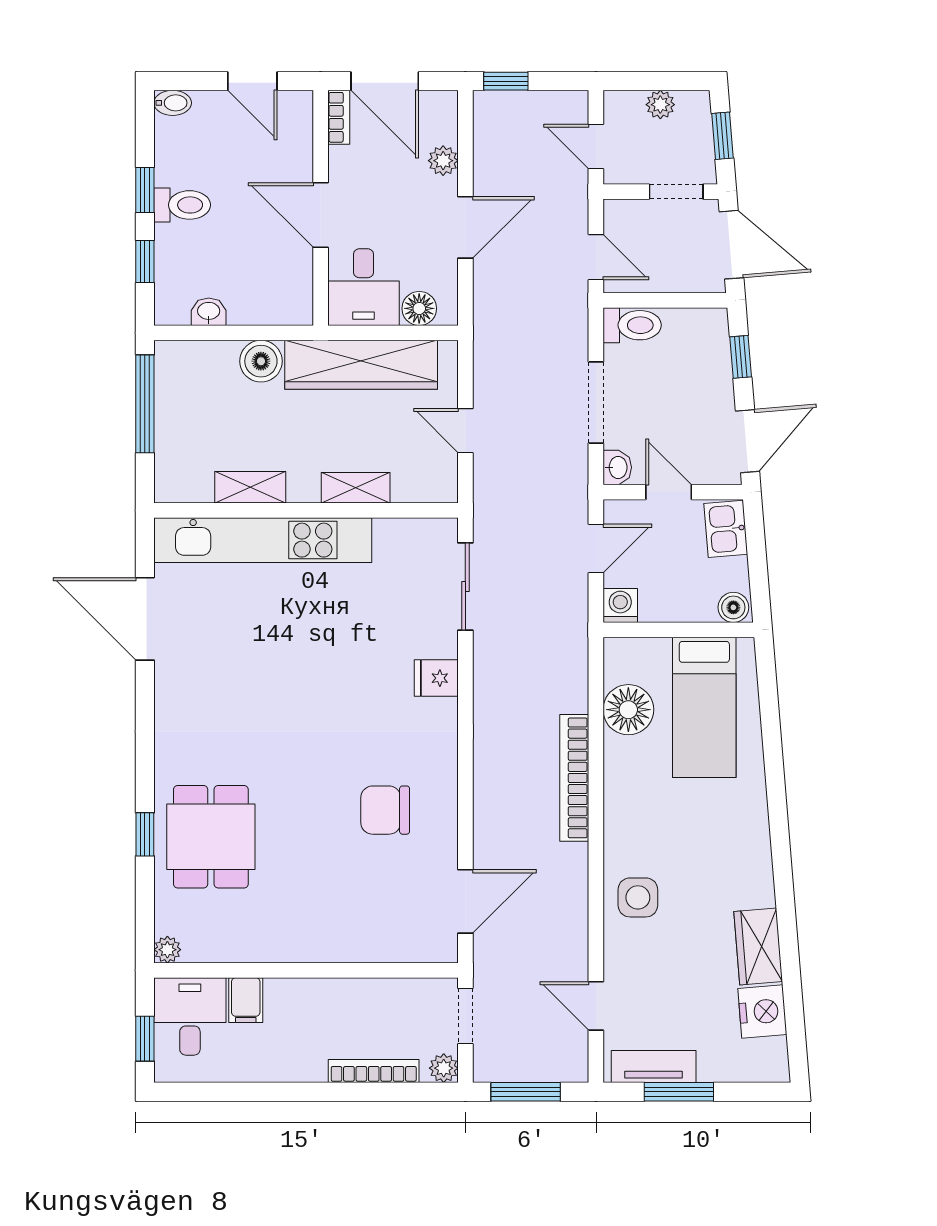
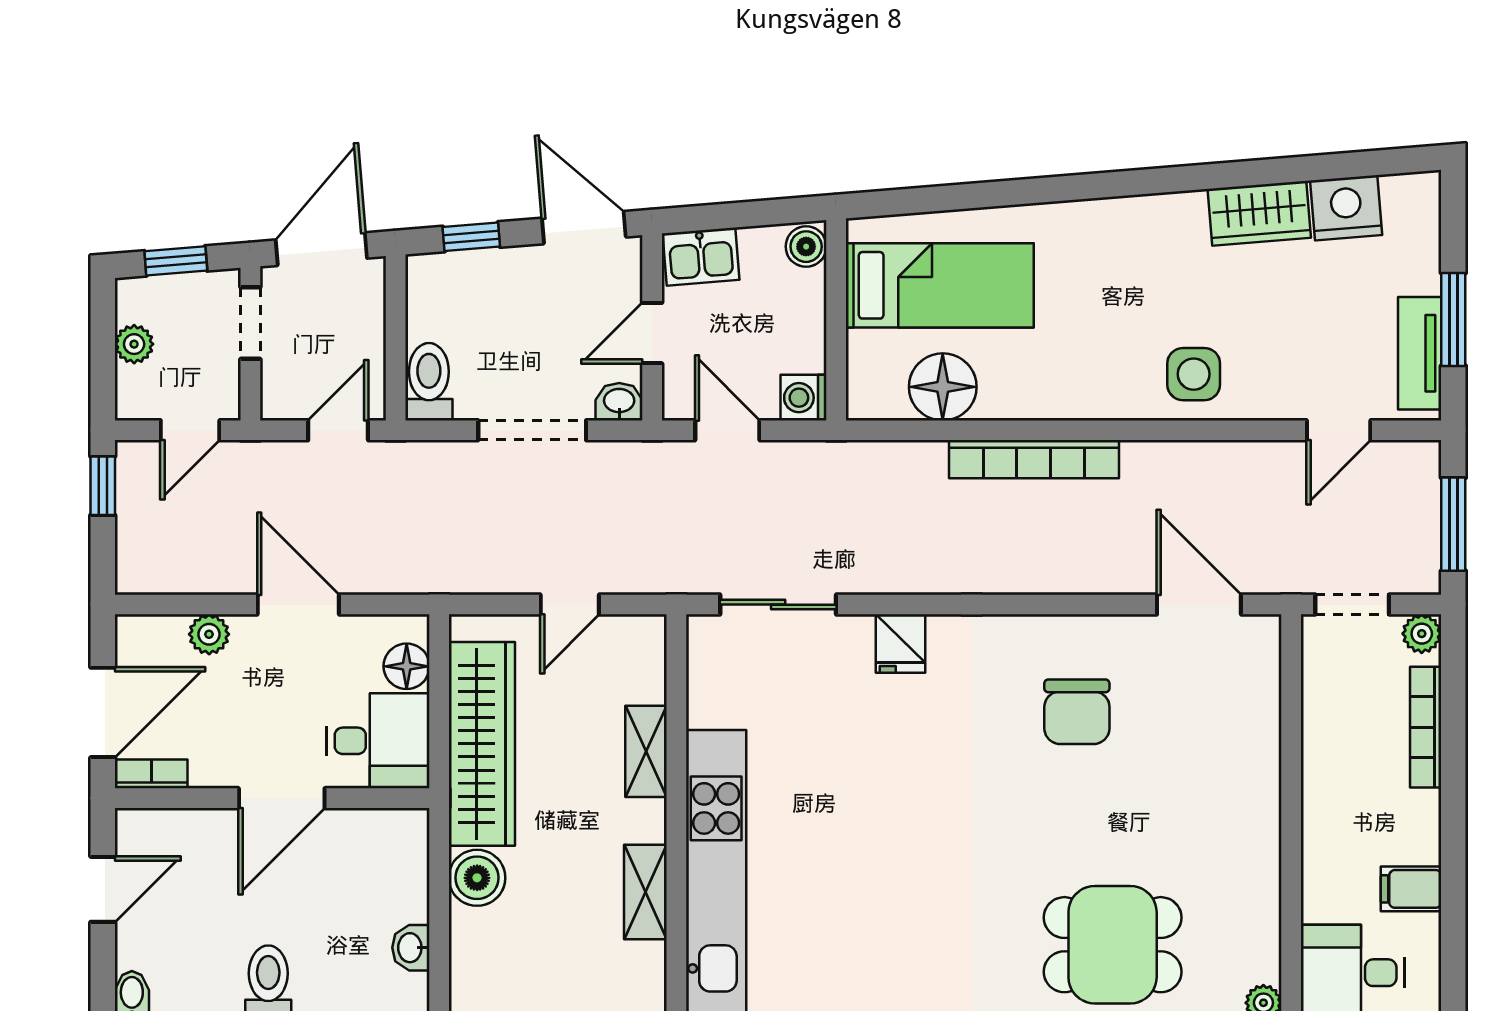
window: (506, 81) -> (103, 486), moved
filing cabinet: (246, 1000) -> (1411, 889), moved, turned 180

